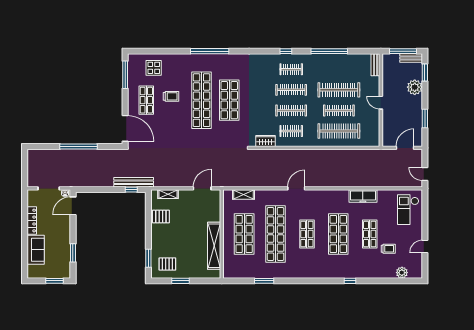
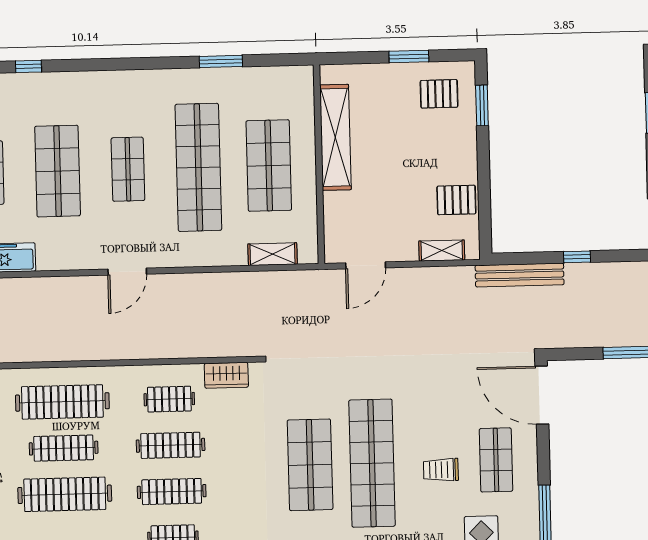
door: (296, 188) -> (127, 272), moved
window: (131, 190) -> (577, 257), moved

